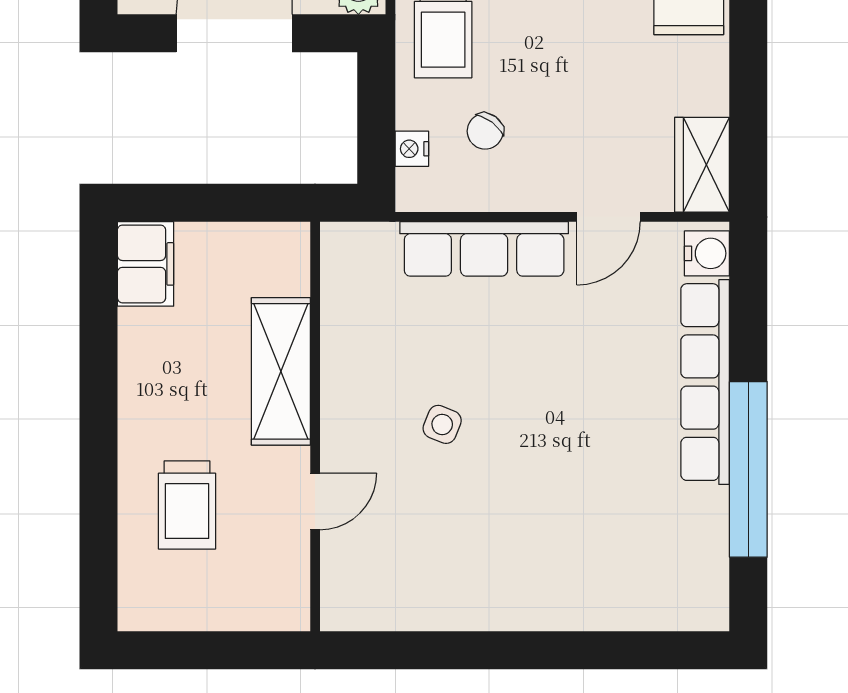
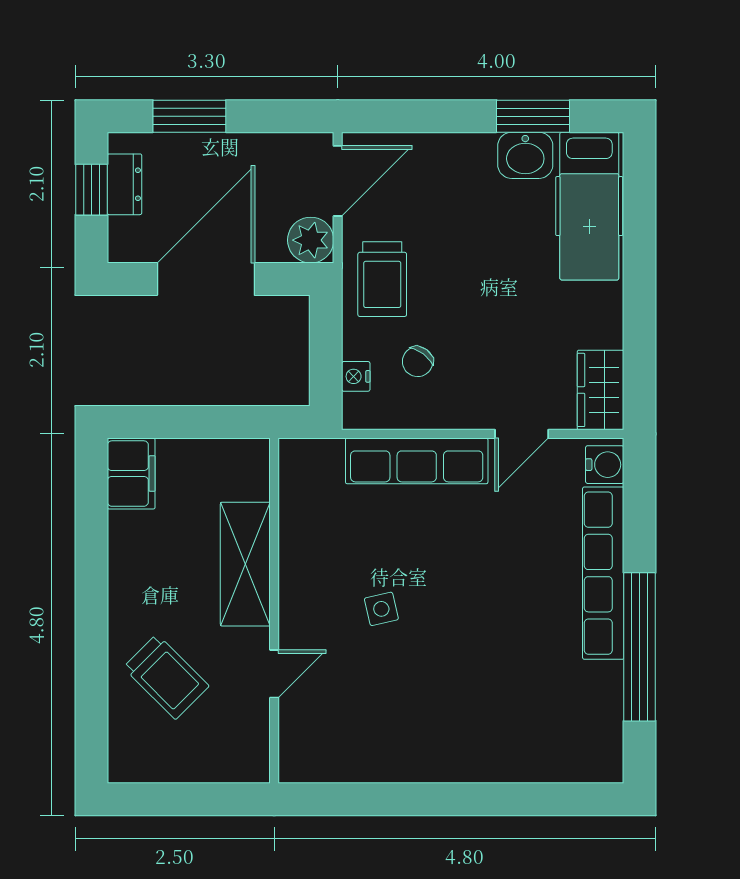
side table: (442, 424) -> (381, 609), turned -35
trolley: (187, 505) -> (166, 677), turned -45

